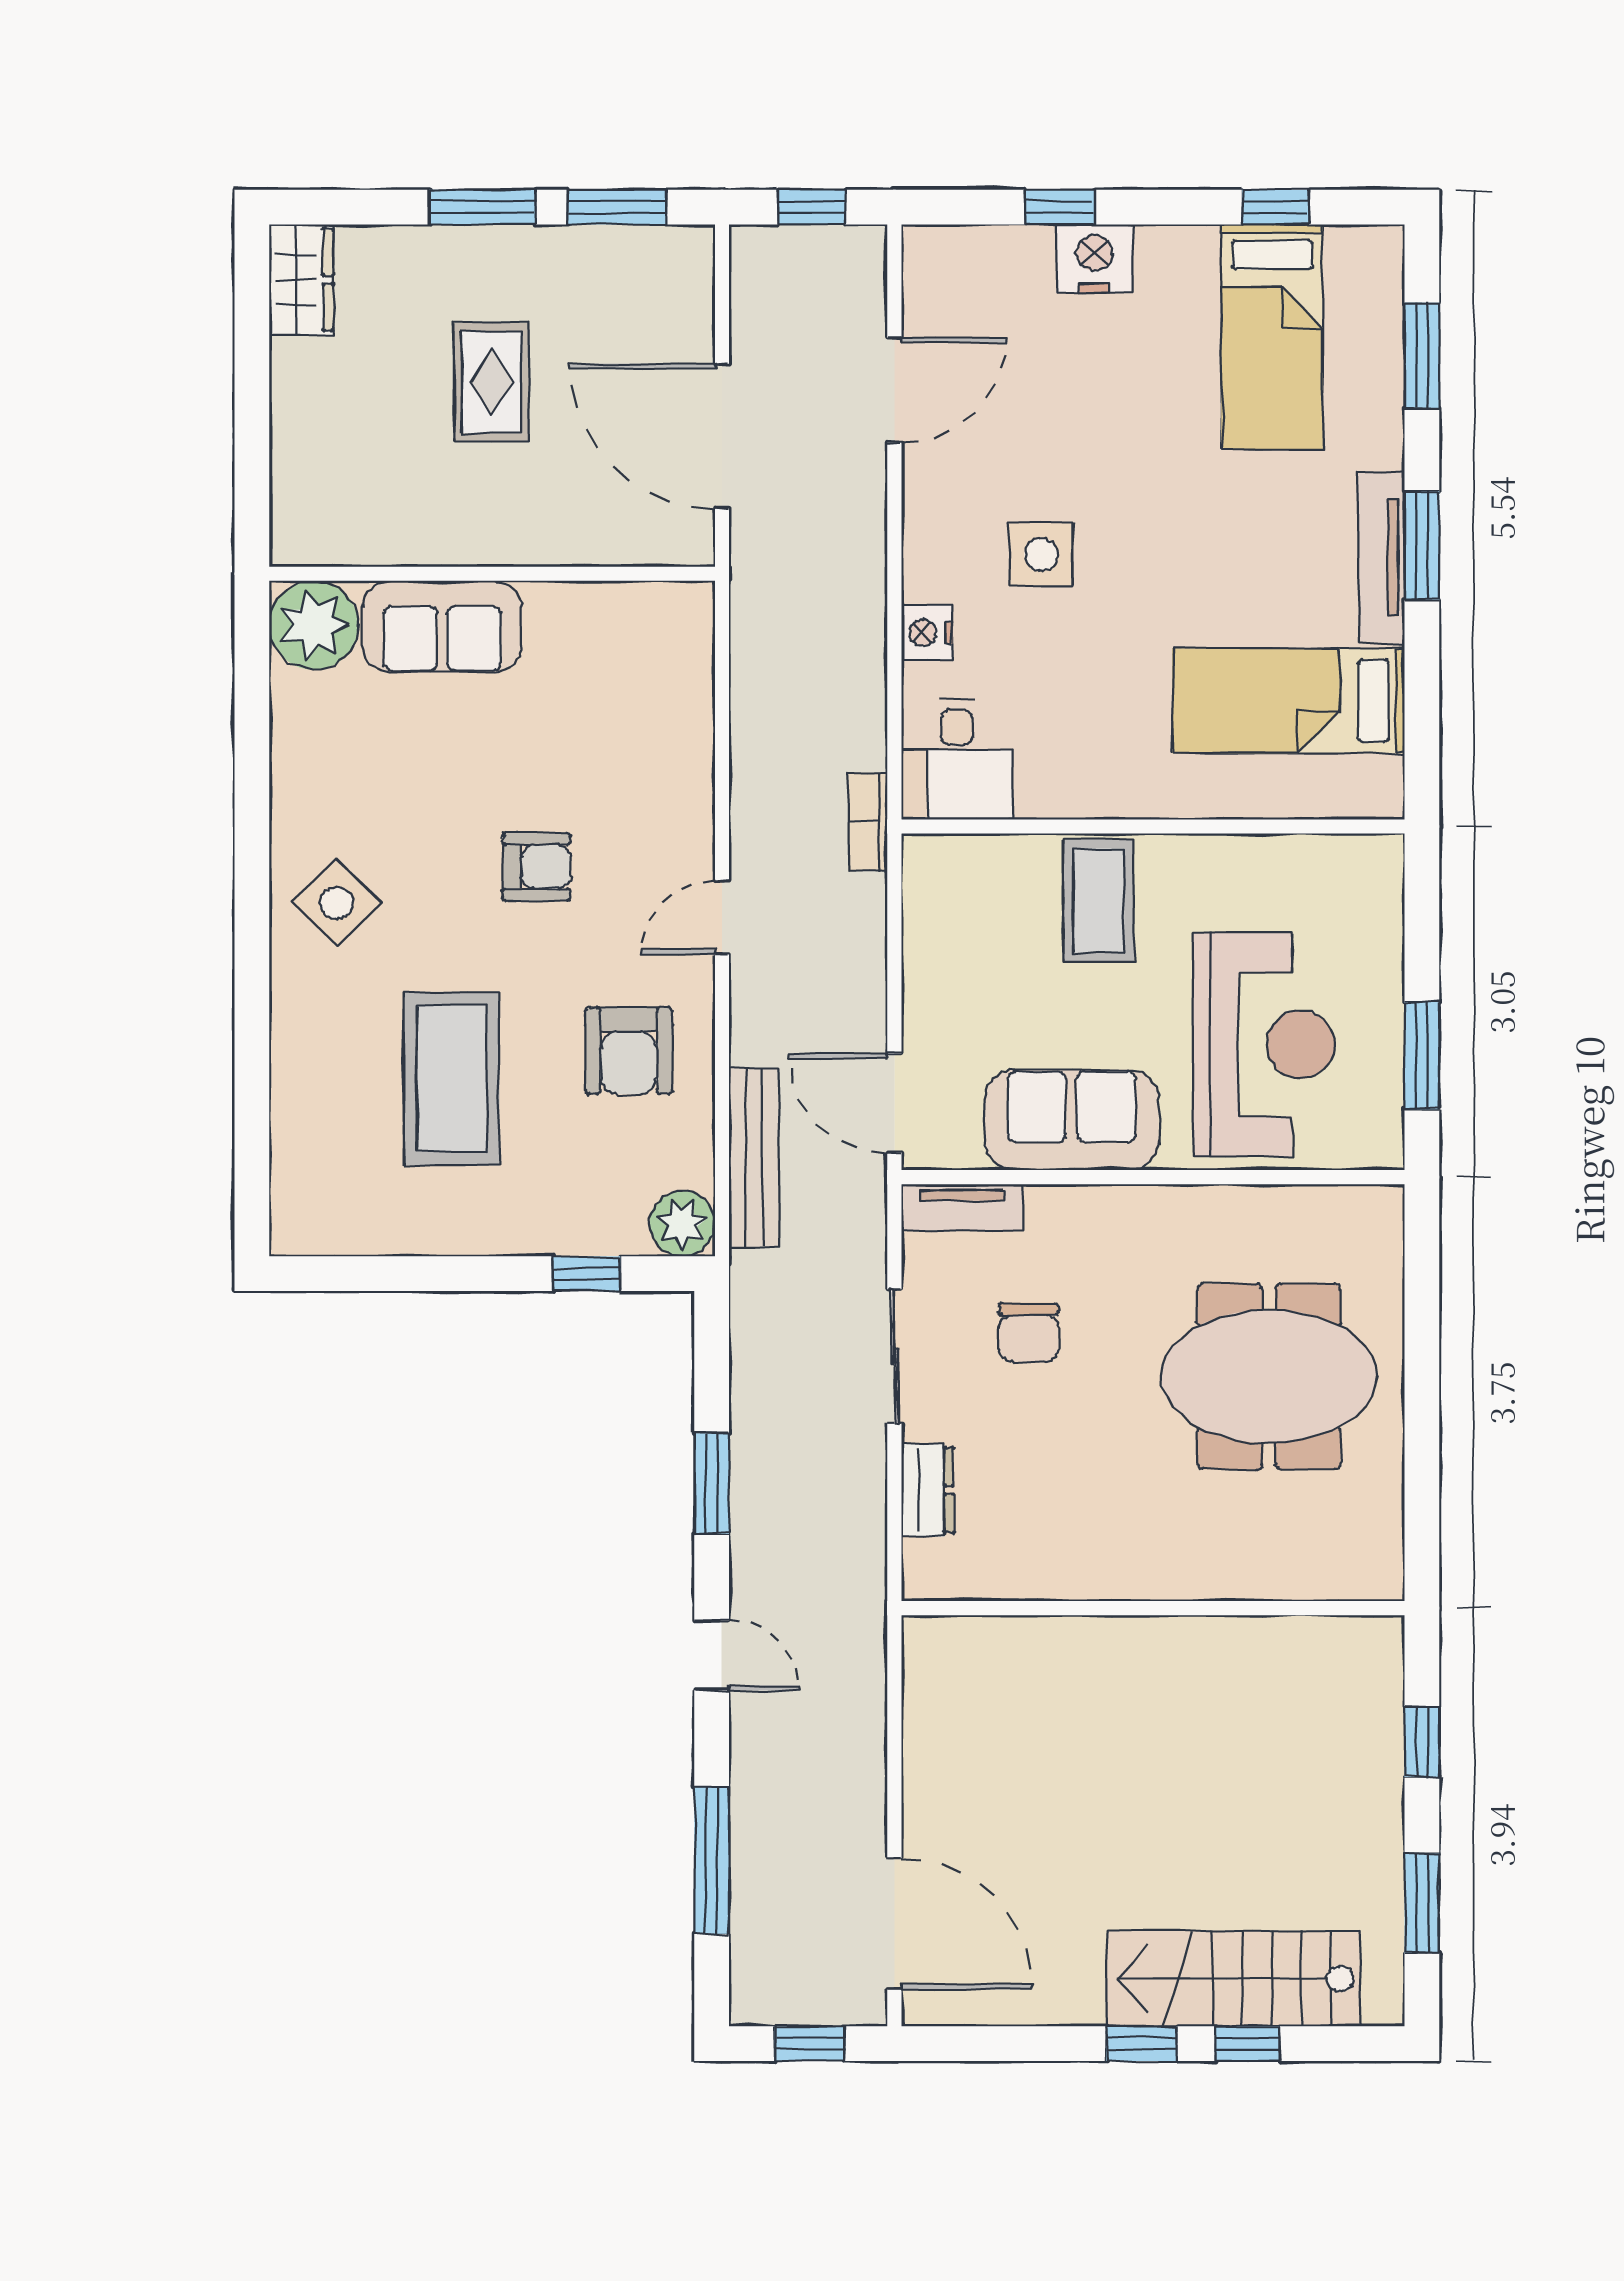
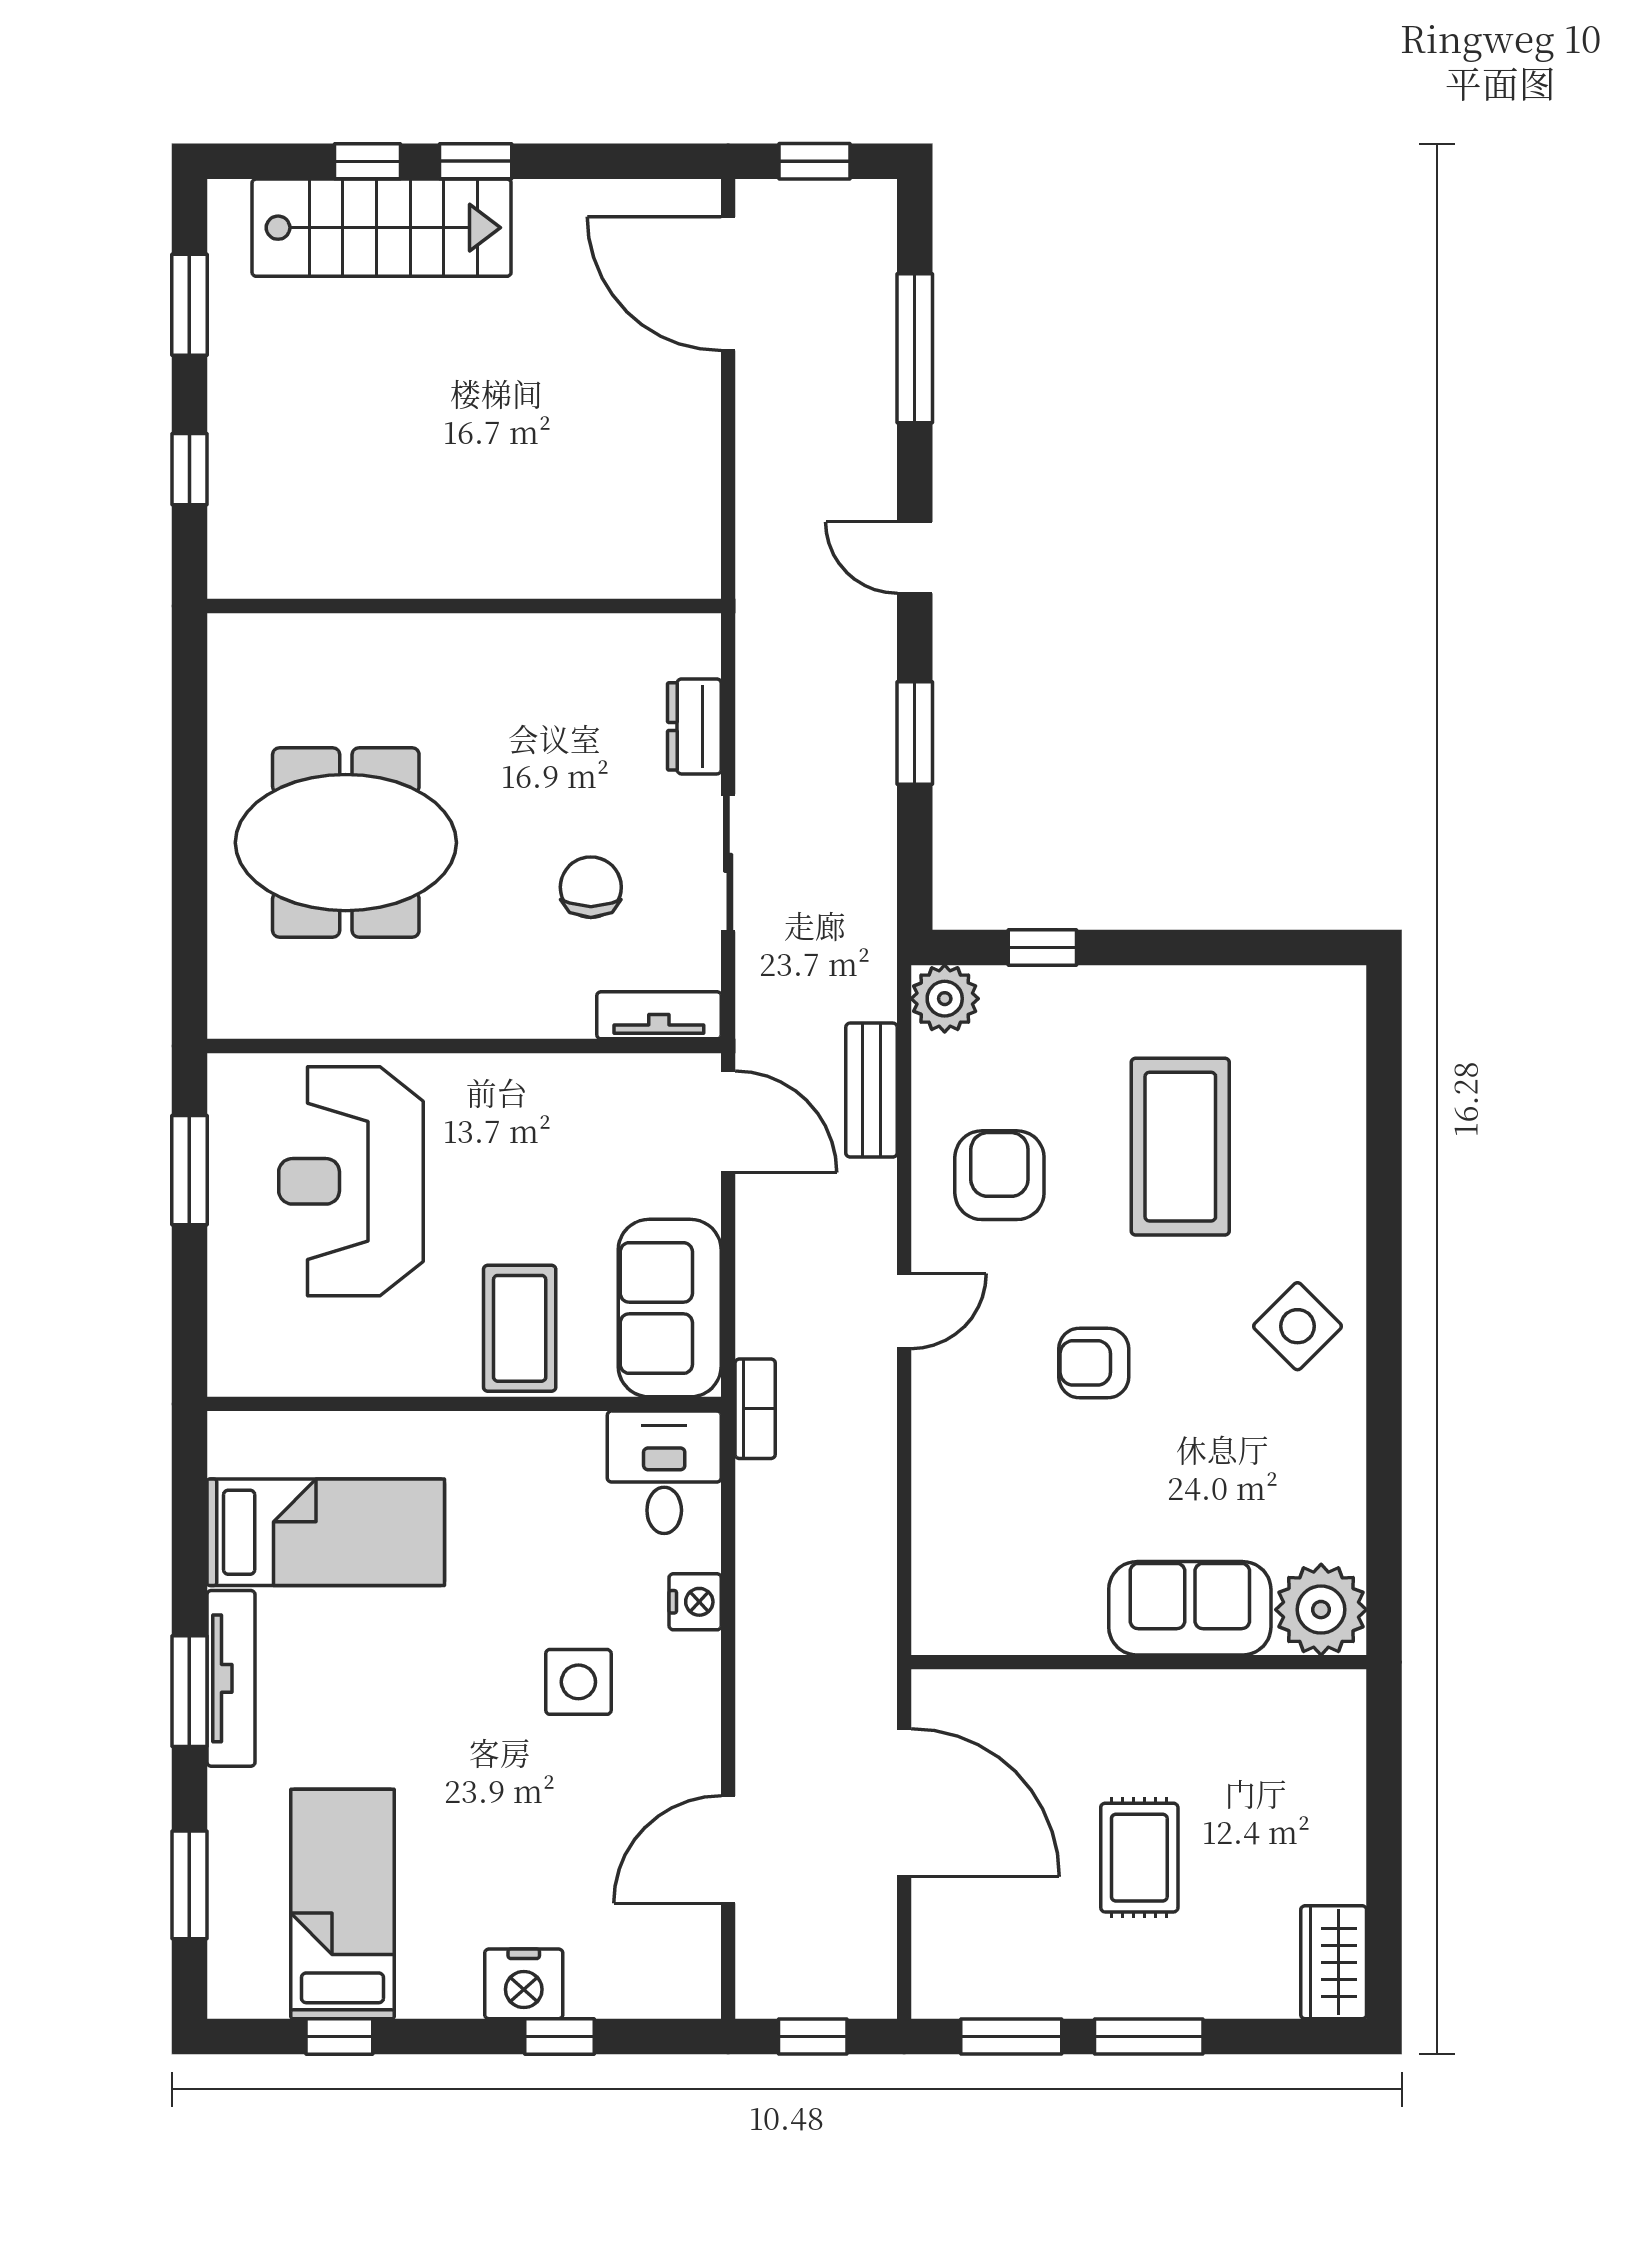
sofa: (1072, 1120) -> (670, 1308), moved, turned 90
bench: (754, 1158) -> (871, 1090), width x0.73

